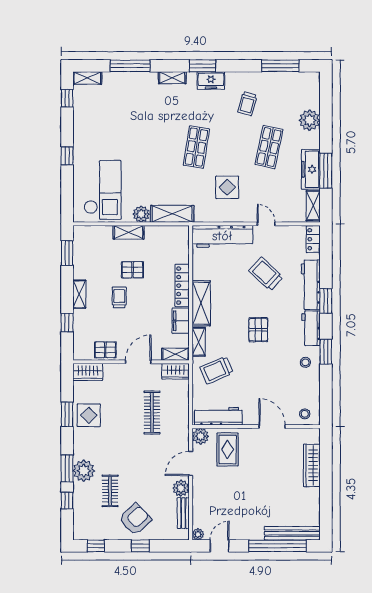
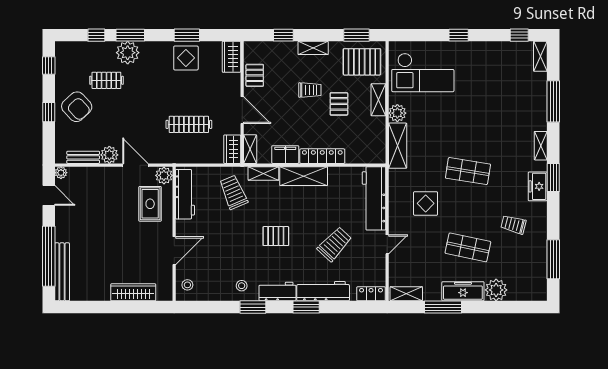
freezer: (311, 169) -> (463, 291), moved
pallet: (92, 248) -> (362, 62), added
rug: (228, 449) -> (150, 204), turned 90

